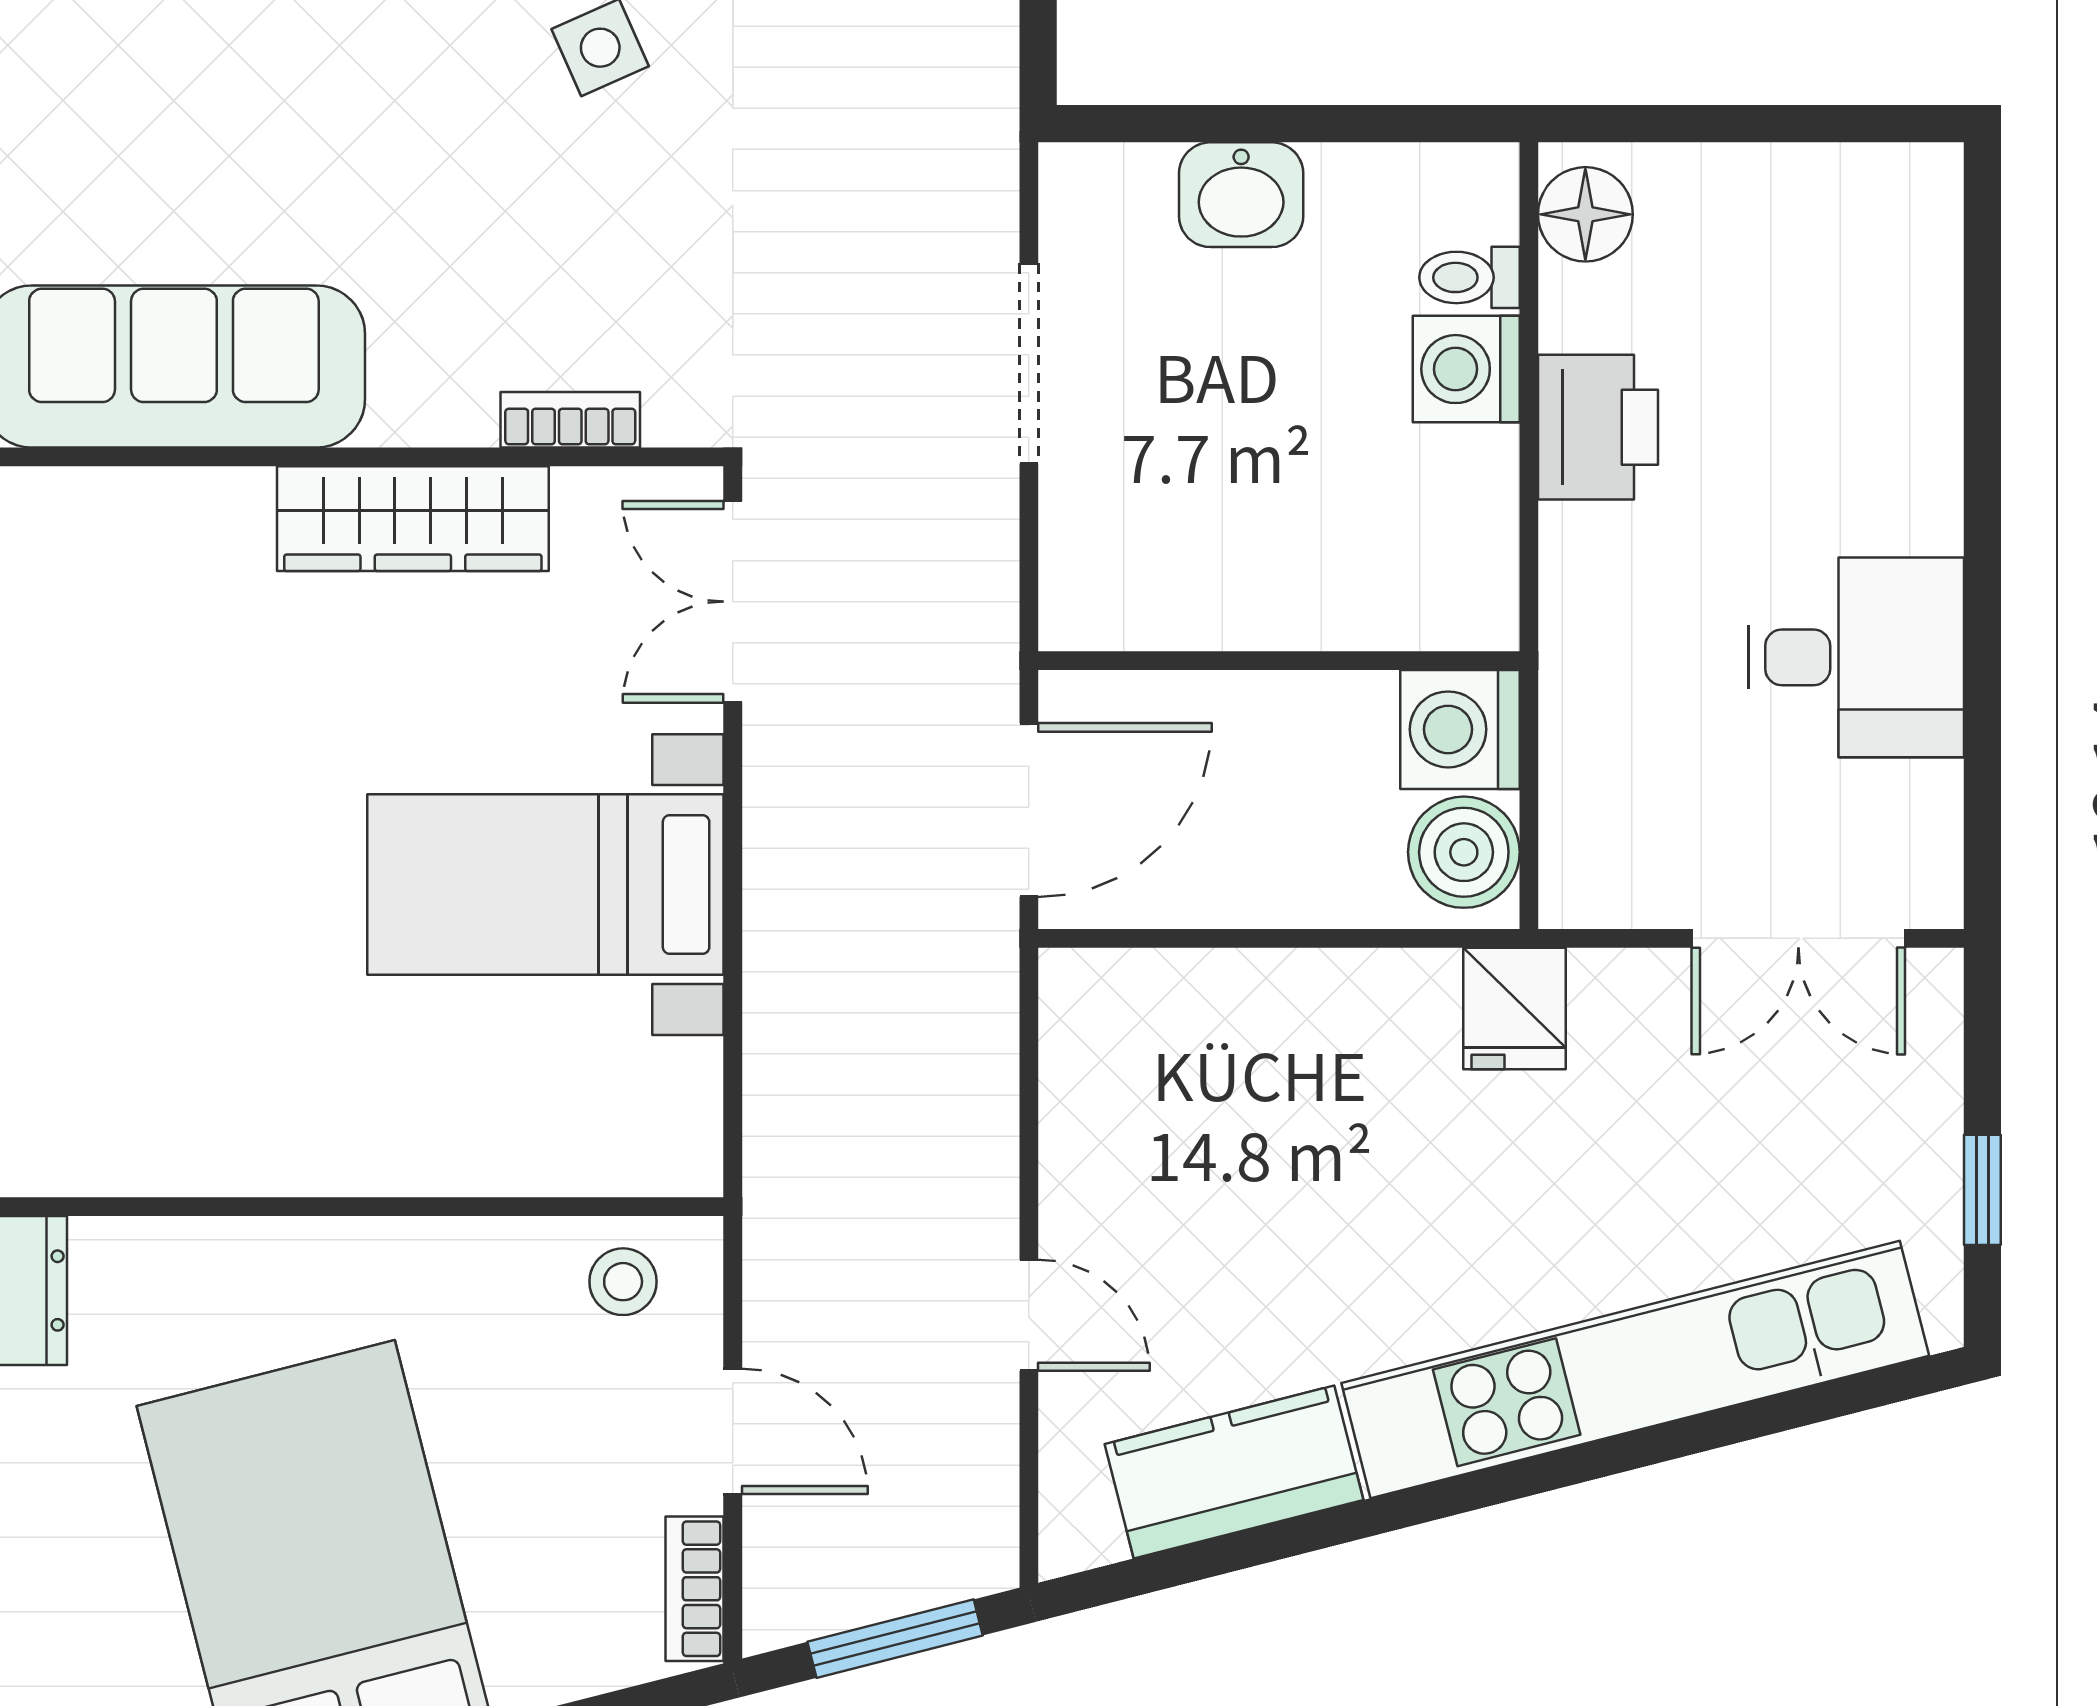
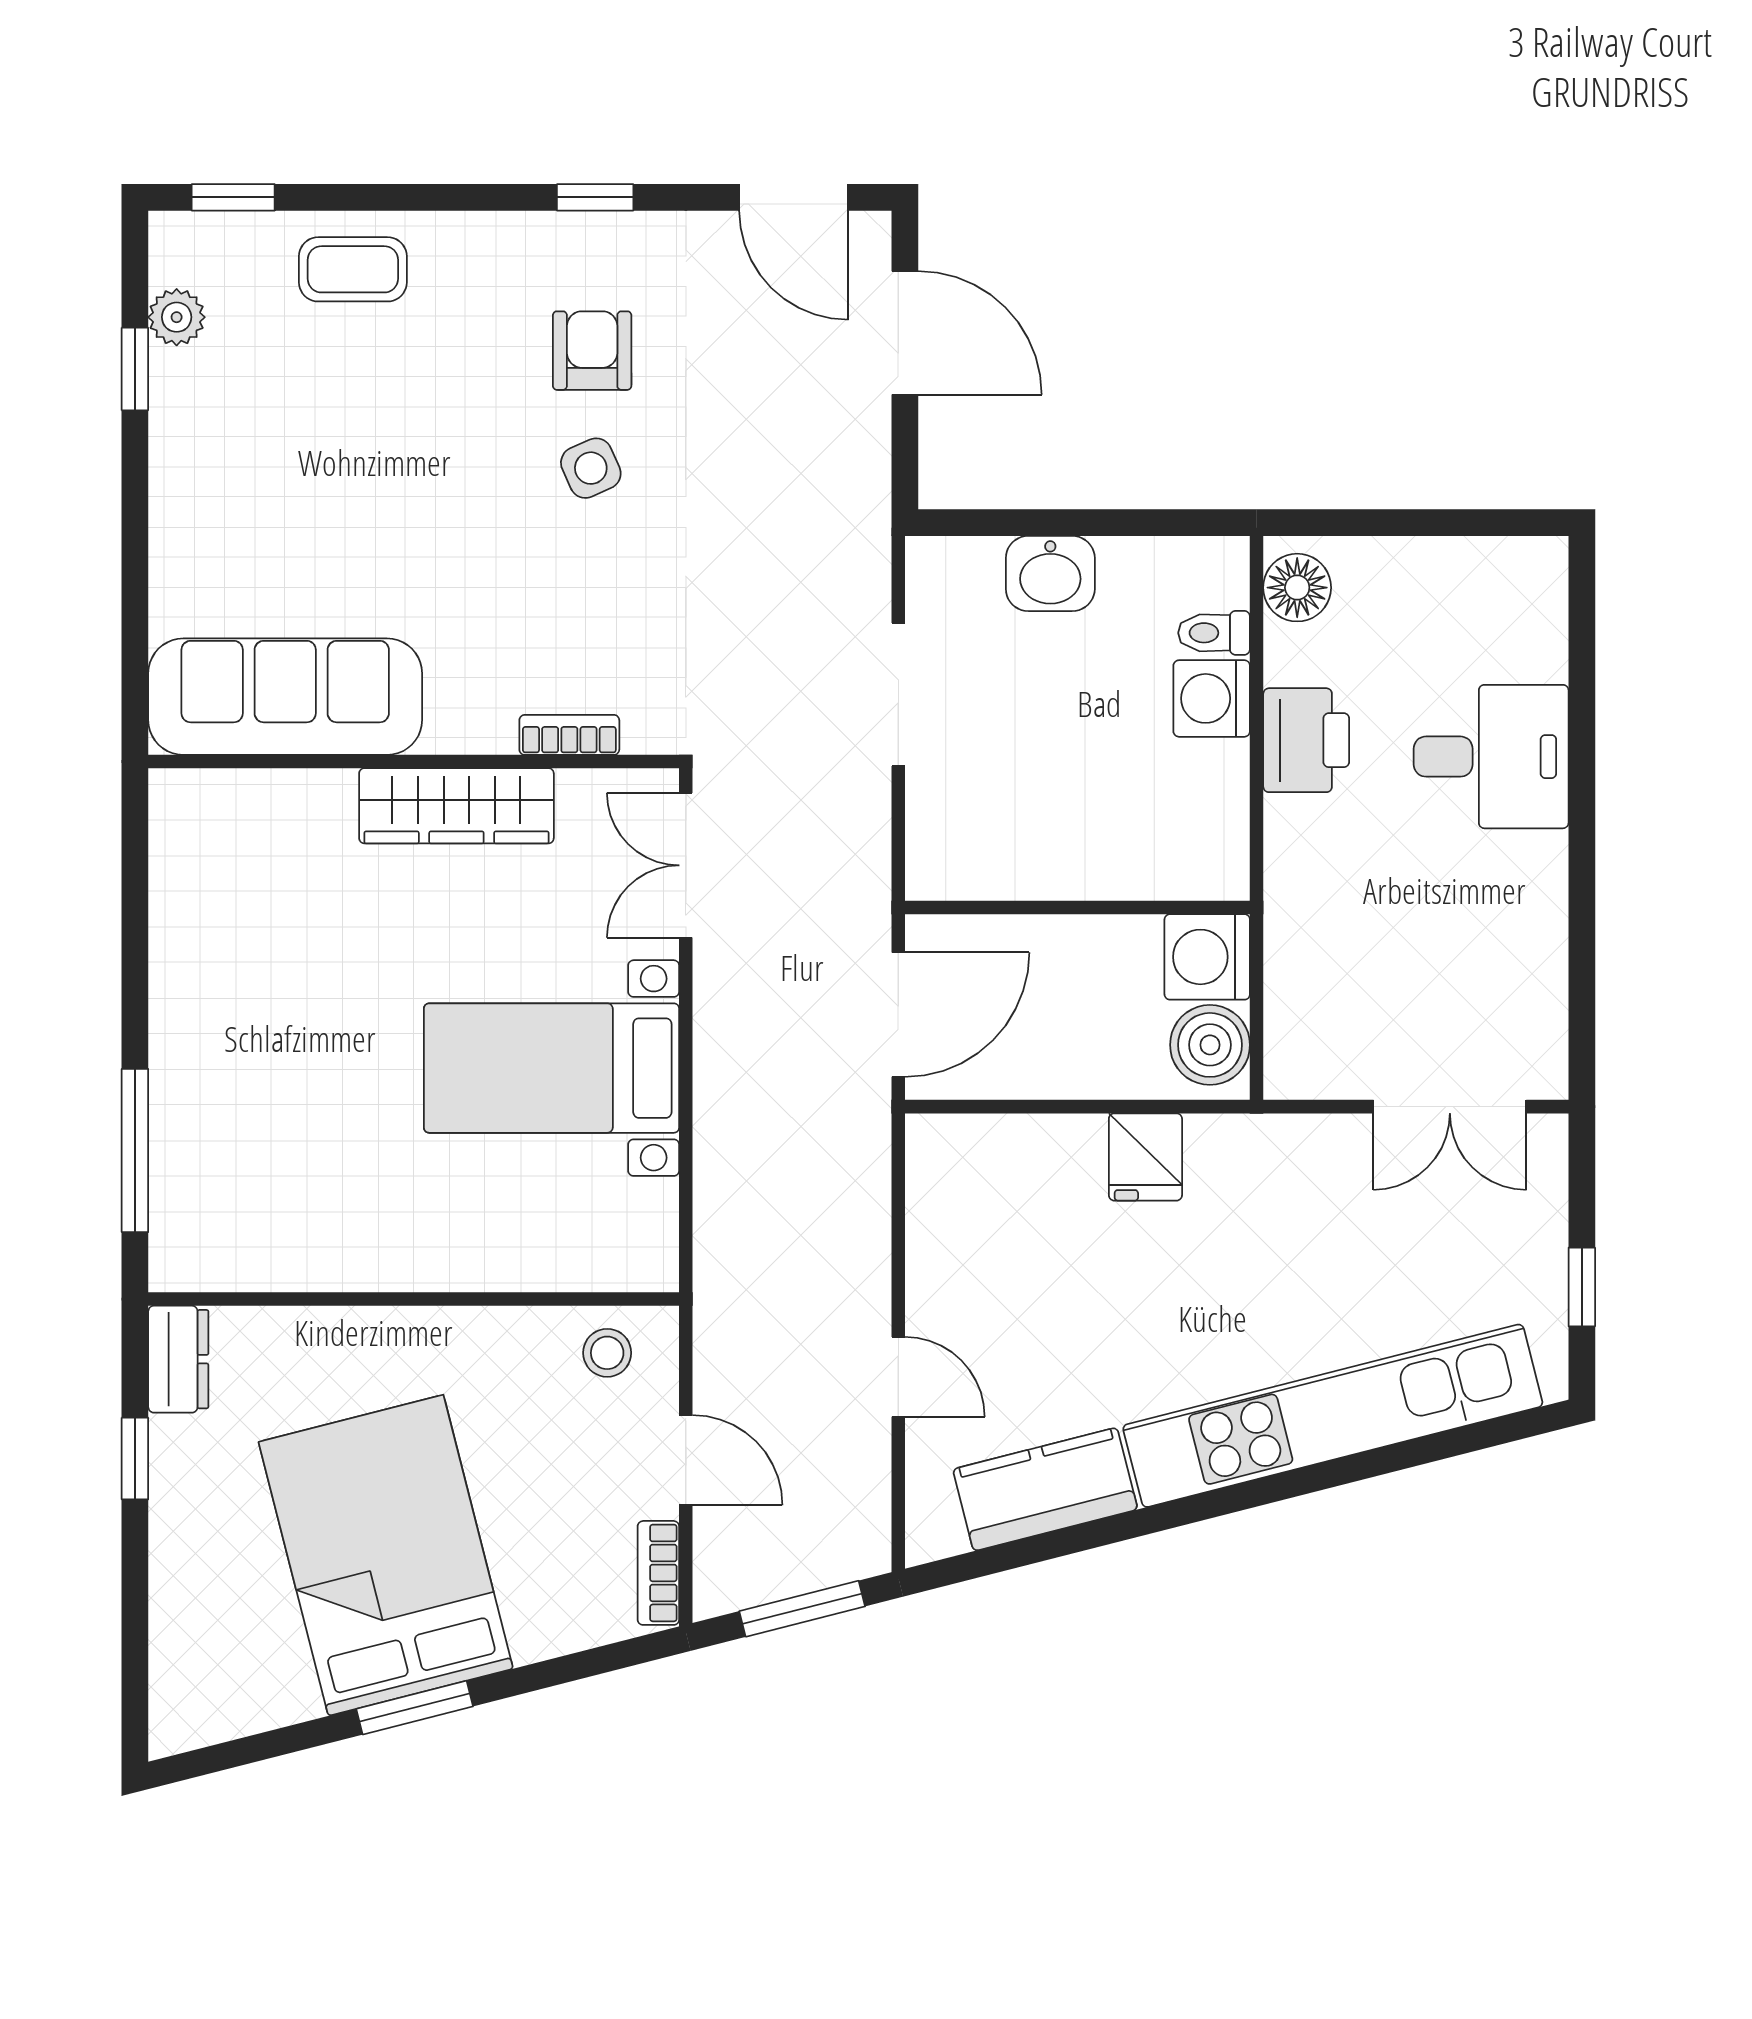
desk: (1856, 657) -> (1491, 757), moved
fridge: (1515, 1008) -> (1145, 1157), moved

